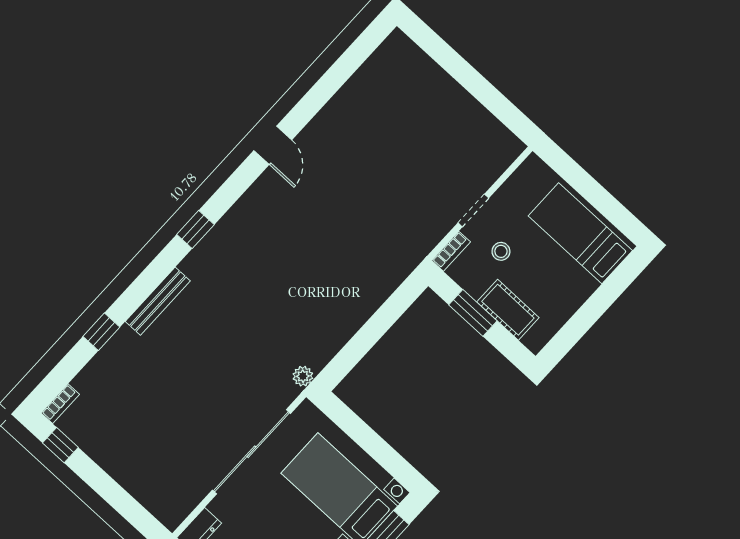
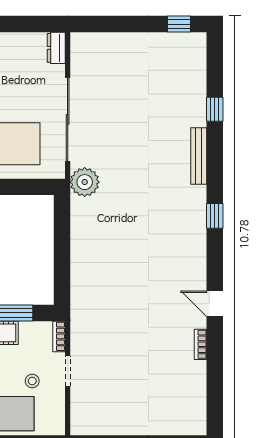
stool: (501, 251) -> (32, 381), moved
plant: (303, 376) -> (85, 182), width x1.88, depth x1.88
bookcase: (60, 404) -> (201, 344), moved

